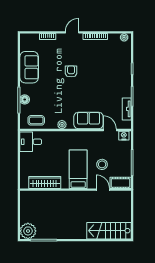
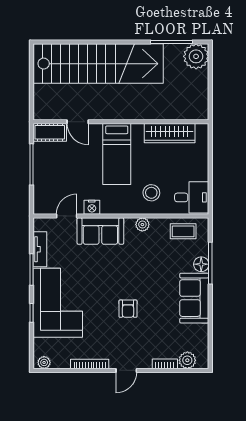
plant: (33, 39) -> (187, 360), added
sofa: (29, 67) -> (194, 298), moved
corner sofa: (115, 75) -> (58, 303), added
door: (110, 130) -> (67, 216), swing flipped
nightstand: (124, 136) -> (92, 207), moved
stool: (102, 164) -> (151, 193), moved
stairs: (109, 231) -> (98, 64), width x1.86, depth x1.51

